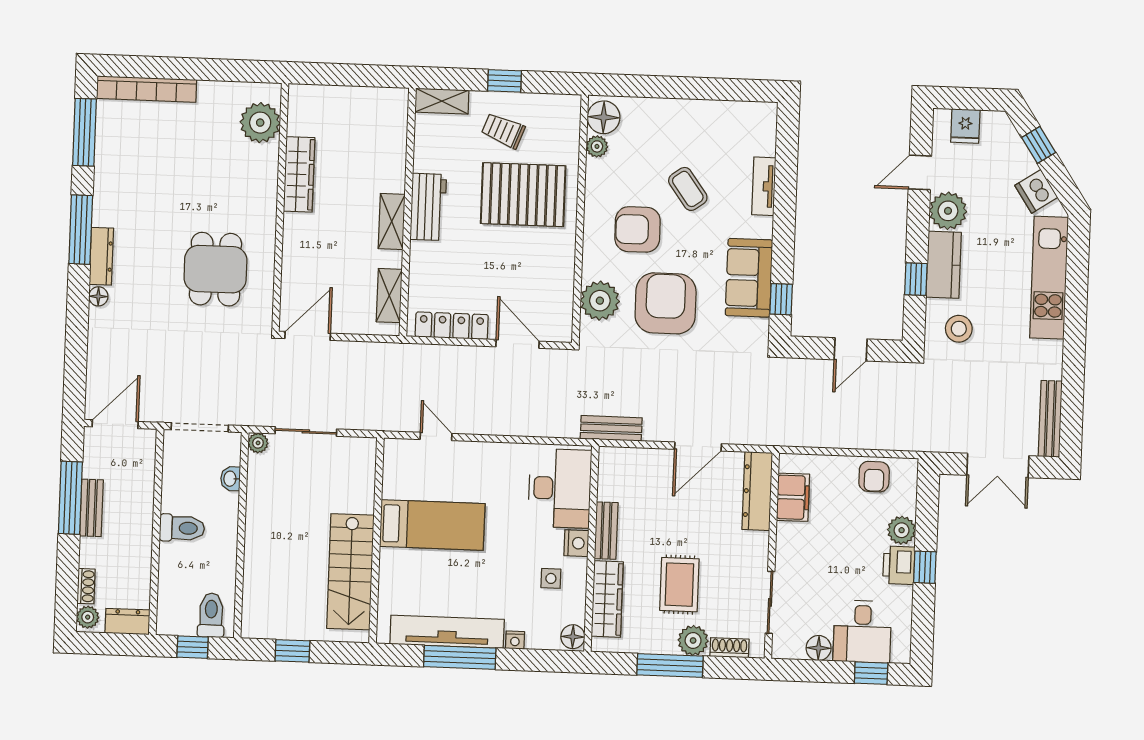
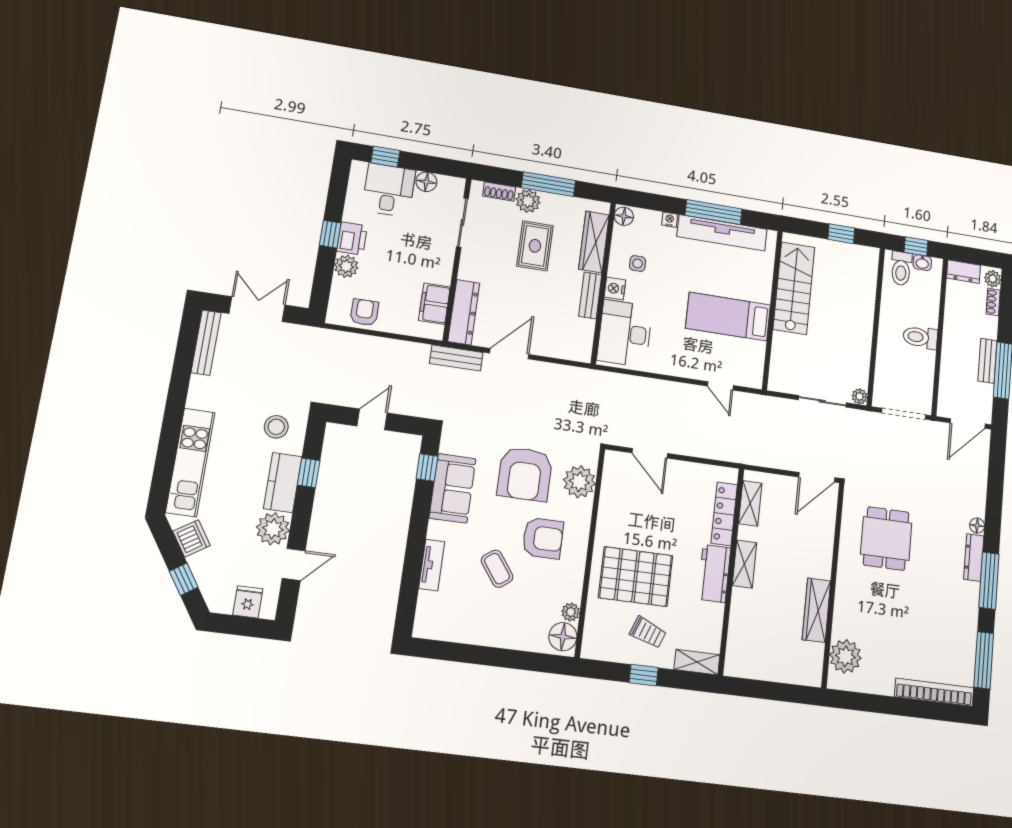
locker: (452, 326) -> (724, 514), moved, turned 90
bench: (611, 428) -> (456, 358), moved
washbasin: (230, 479) -> (922, 263), moved, turned 90

